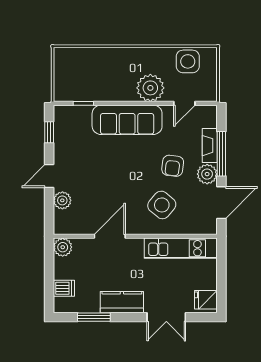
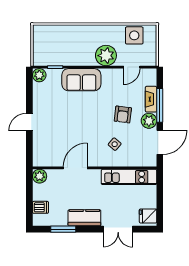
sofa: (127, 120) -> (81, 80), width x0.73
window: (49, 132) -> (29, 89), removed
plant: (62, 200) -> (39, 75), moved
side table: (162, 205) -> (115, 144), width x0.54, depth x0.54

